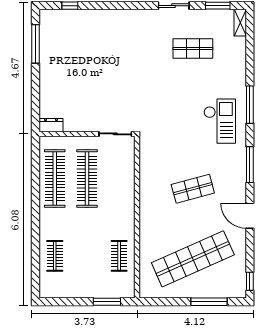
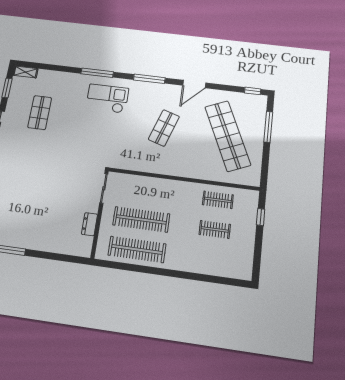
dresser: (51, 125) -> (89, 224), moved
shop shelf: (193, 189) -> (164, 128), turned 33
clothes rail: (55, 256) -> (215, 229), moved
window: (107, 302) -> (261, 217), width x0.67

